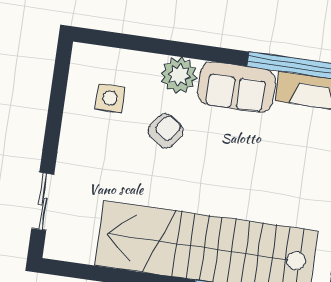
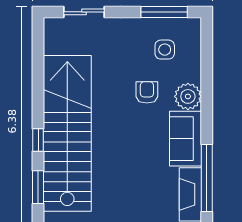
window: (58, 92) -> (164, 12), added
armchair: (165, 131) -> (147, 92), turned -125

